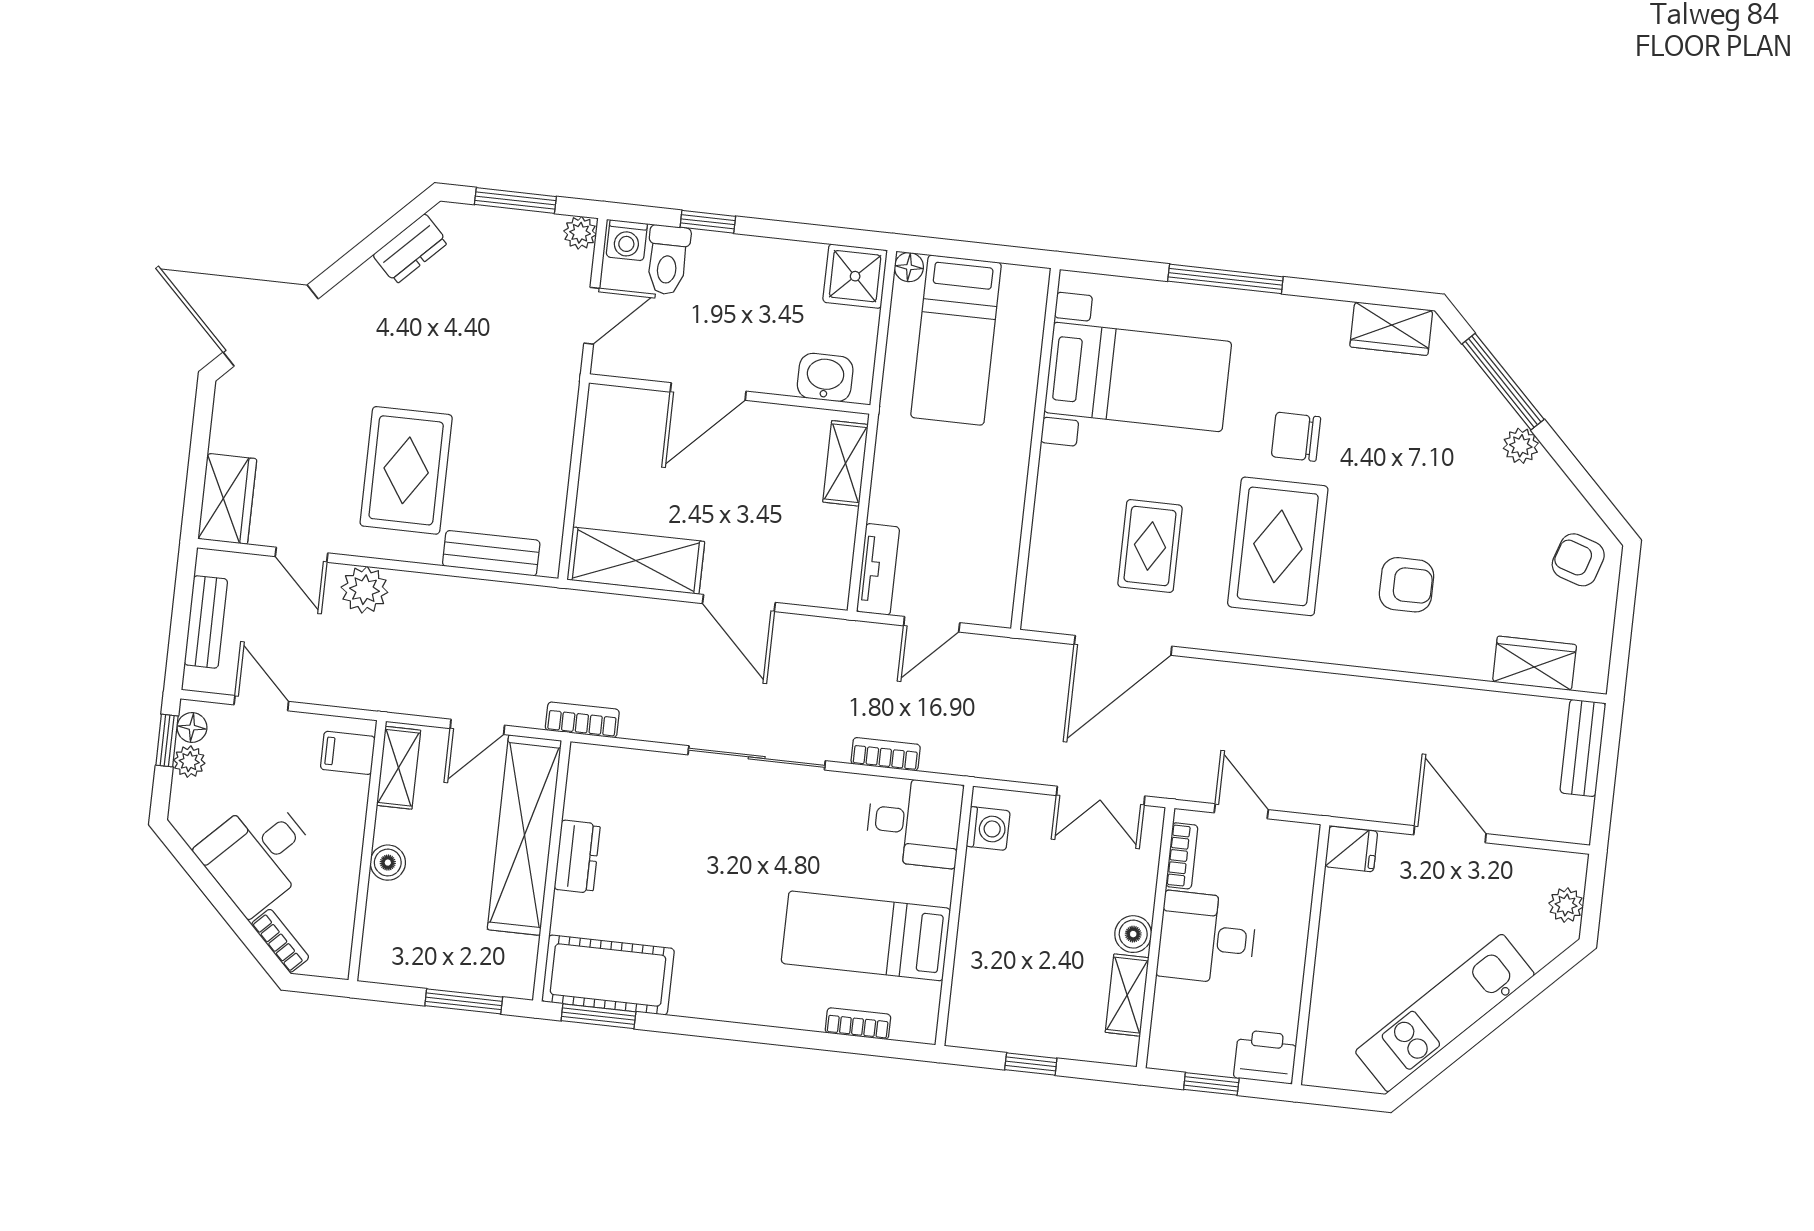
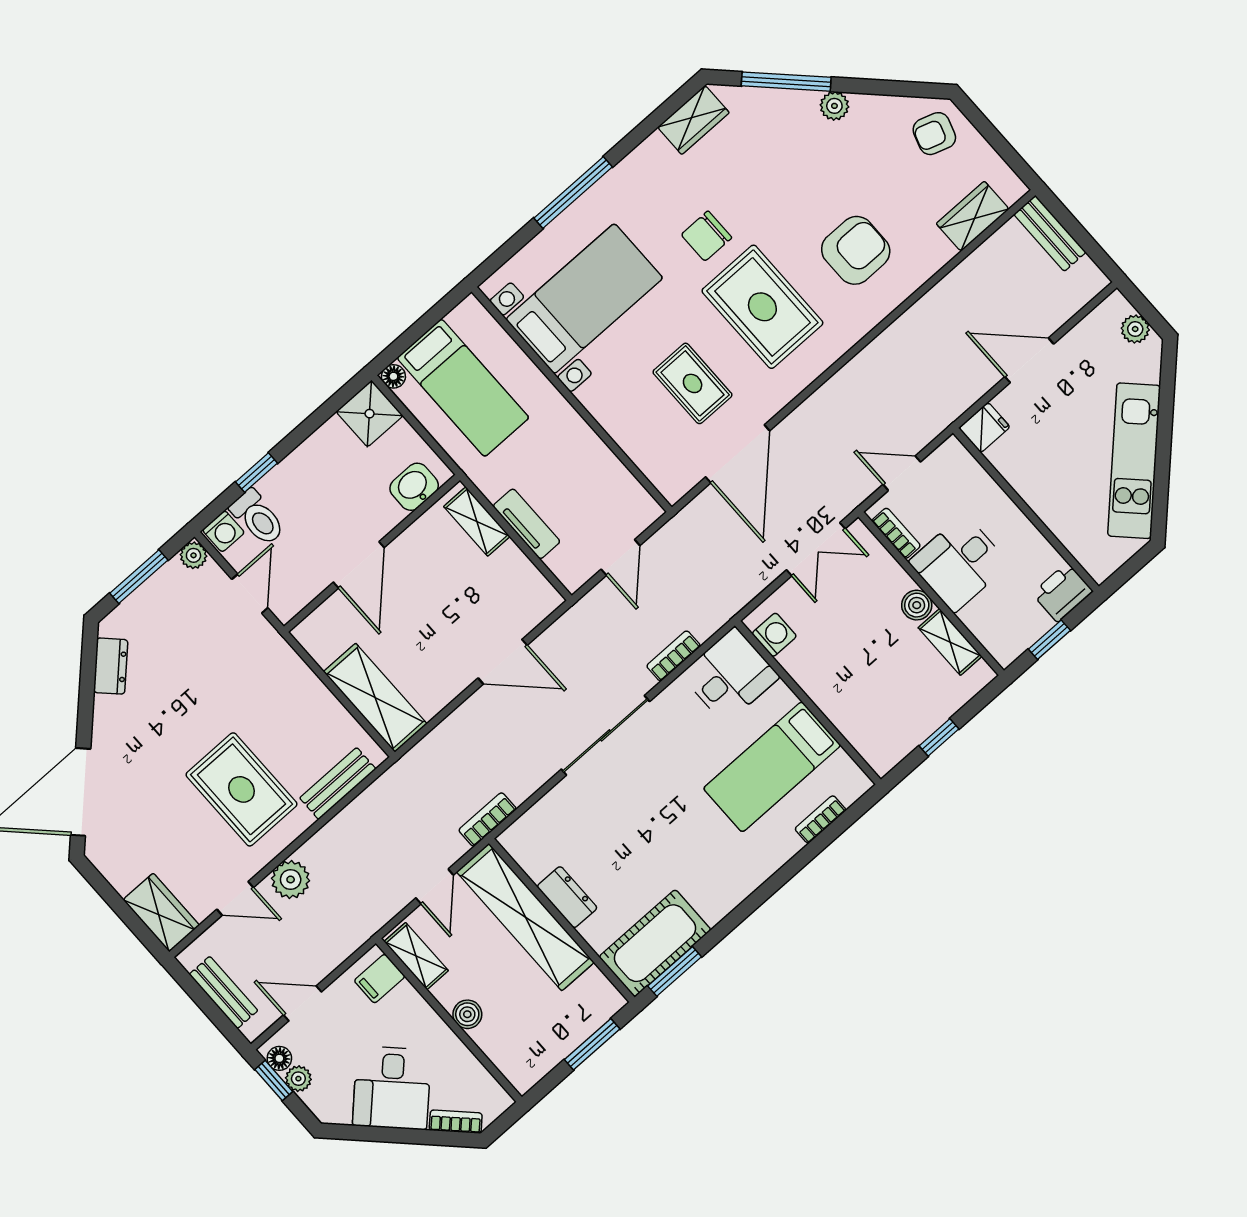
shelving: (636, 561) -> (375, 698), moved, turned 90
tv unit: (878, 569) -> (527, 524), moved
armchair: (1407, 585) -> (856, 250), width x1.38, depth x1.38

